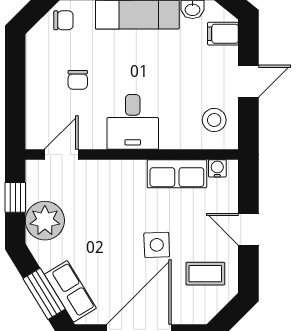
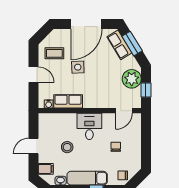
stool: (214, 120) -> (67, 147), moved

